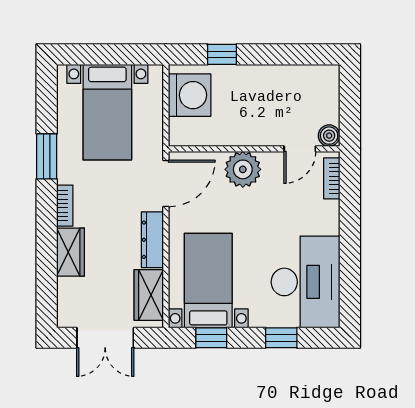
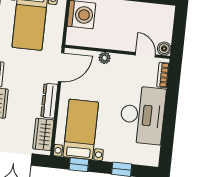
door: (300, 149) -> (145, 55), swing flipped
plant: (243, 169) -> (105, 58), width x0.53, depth x0.53
desk: (306, 282) -> (142, 115), moved

